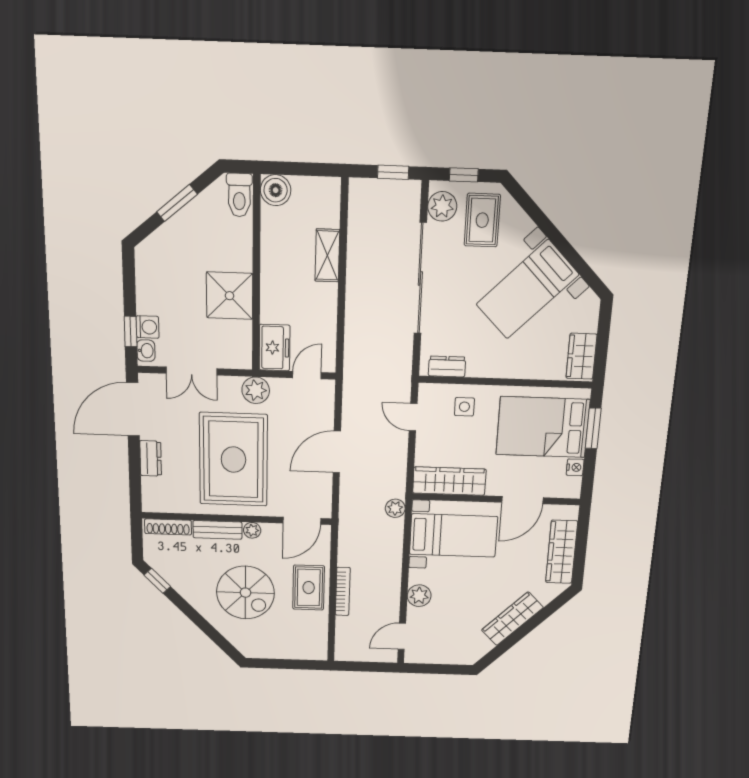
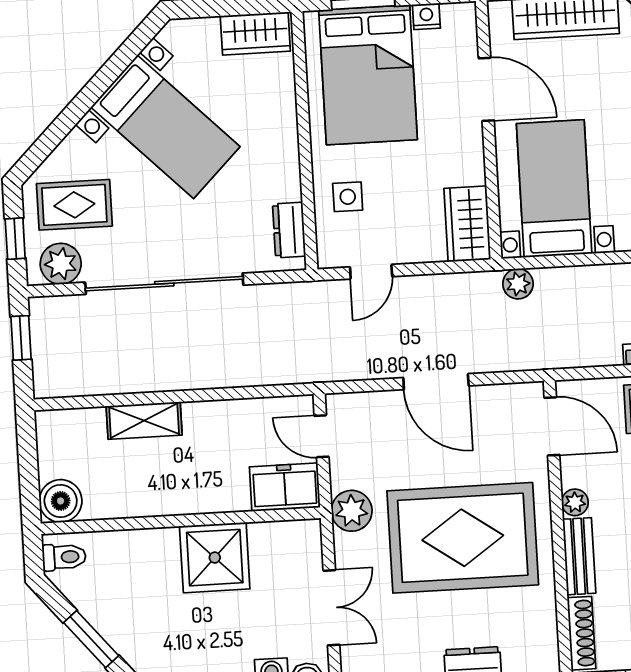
toilet: (239, 195) -> (64, 557), width x0.73, depth x0.72
wardrobe: (449, 481) -> (467, 224), width x0.67

